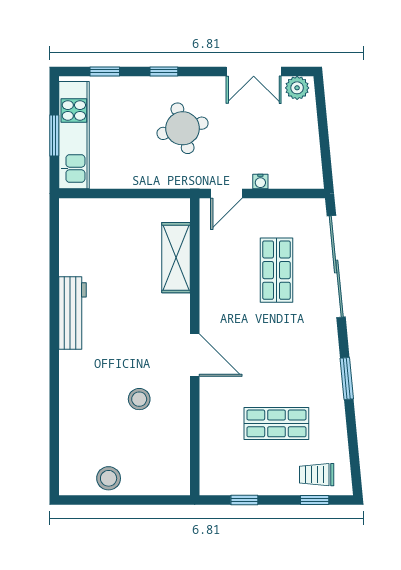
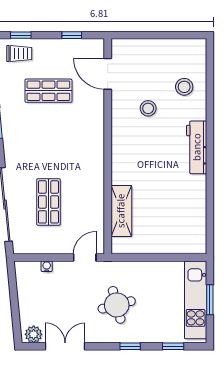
water cooler: (260, 181) -> (47, 266), moved
workbench: (72, 313) -> (197, 147), moved
door: (195, 355) -> (108, 74), moved
stool: (109, 478) -> (184, 87), moved

